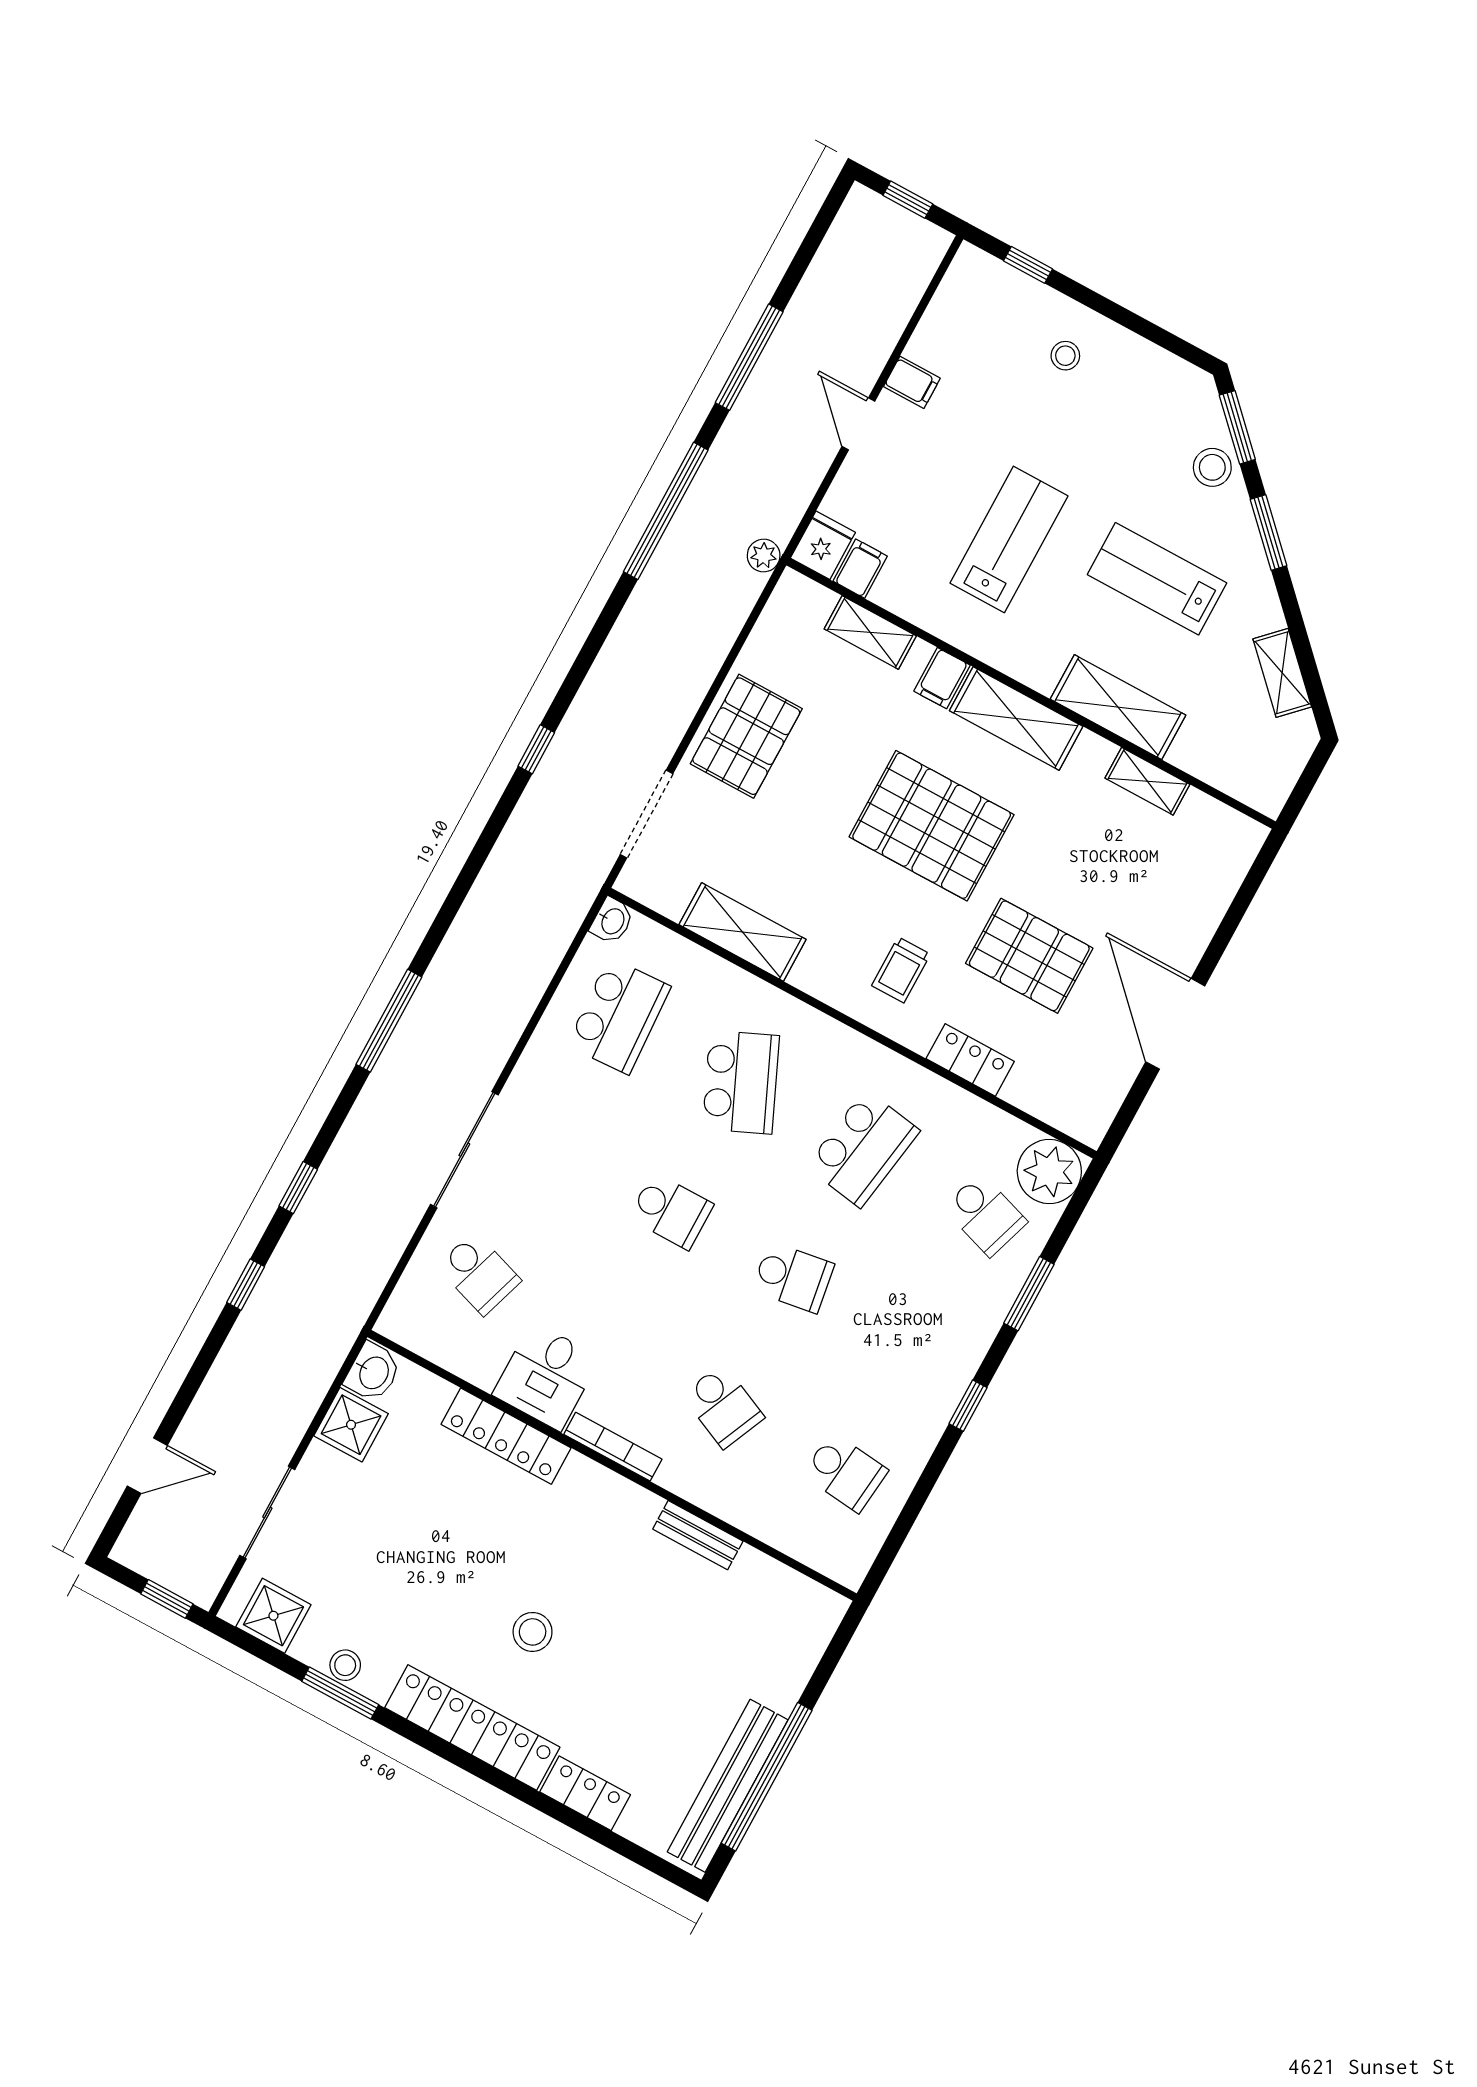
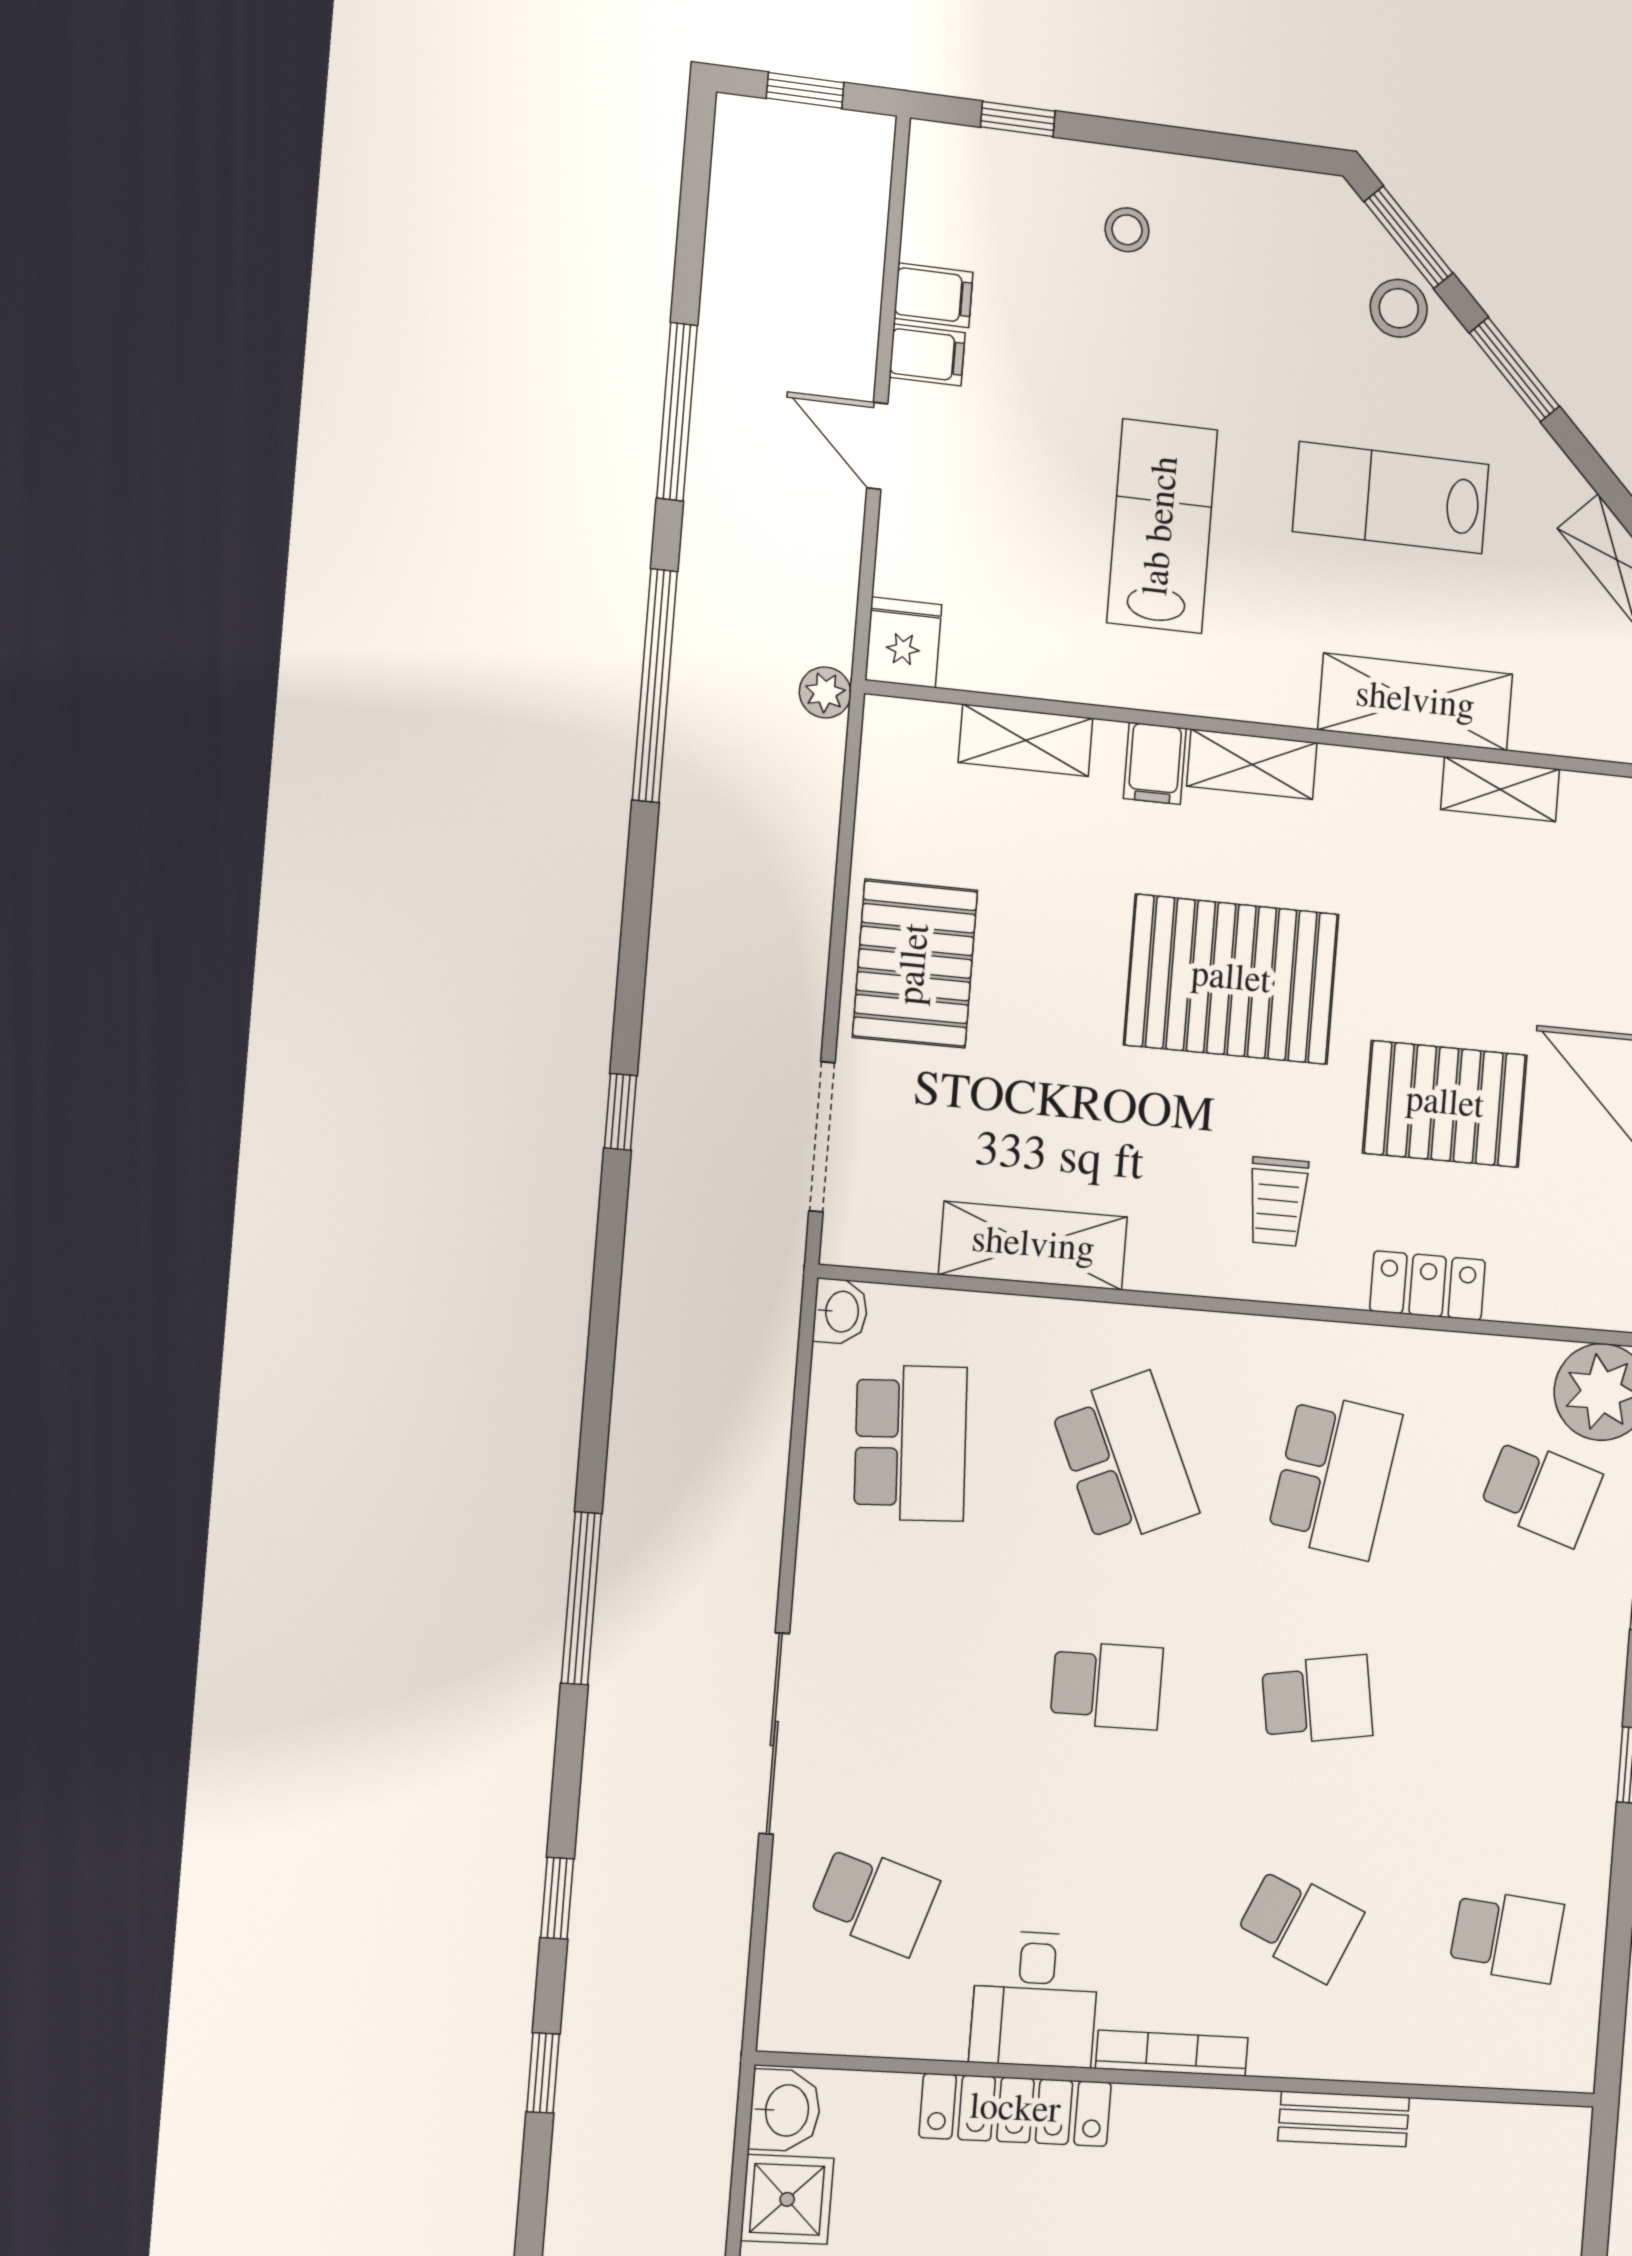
filing cabinet: (860, 569) -> (933, 295), moved, turned 90
shelving: (1016, 719) -> (1252, 764), width x0.67, depth x0.75

